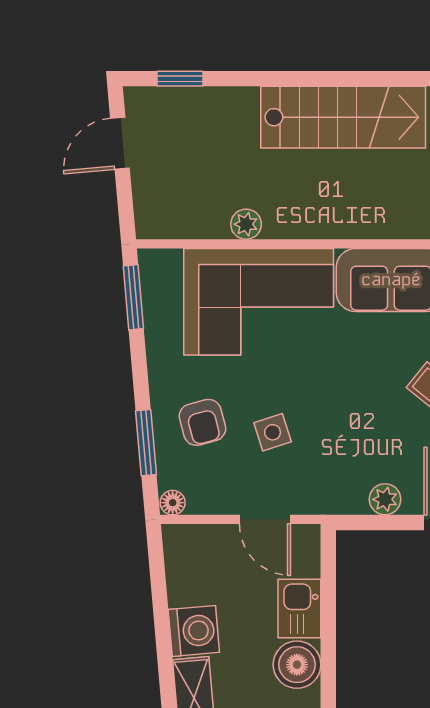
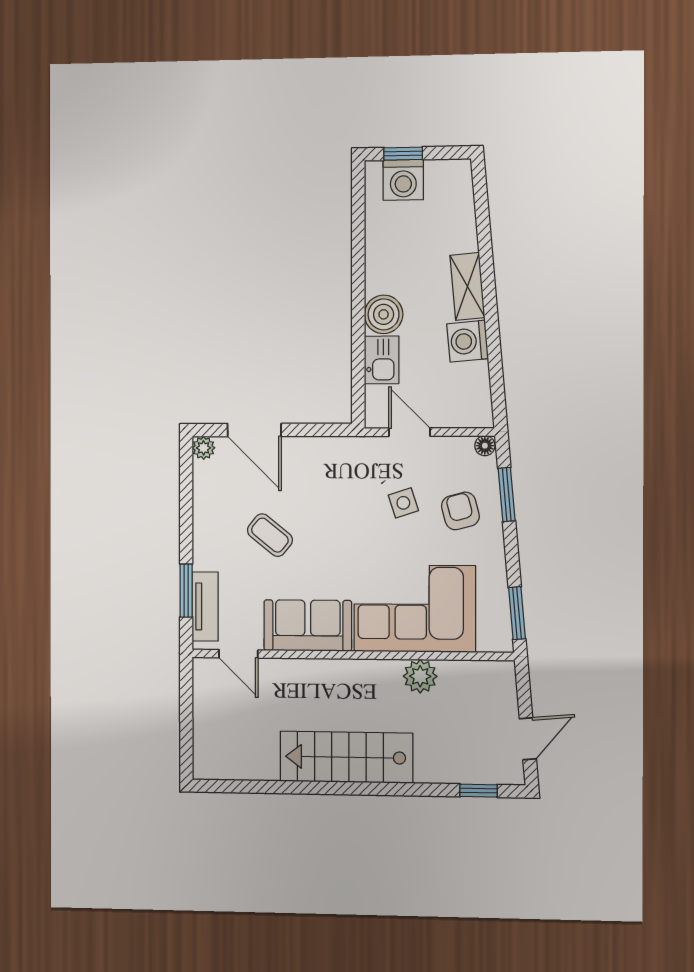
plant: (246, 224) -> (420, 676), width x1.38, depth x1.38
plant: (385, 499) -> (312, 449), removed

